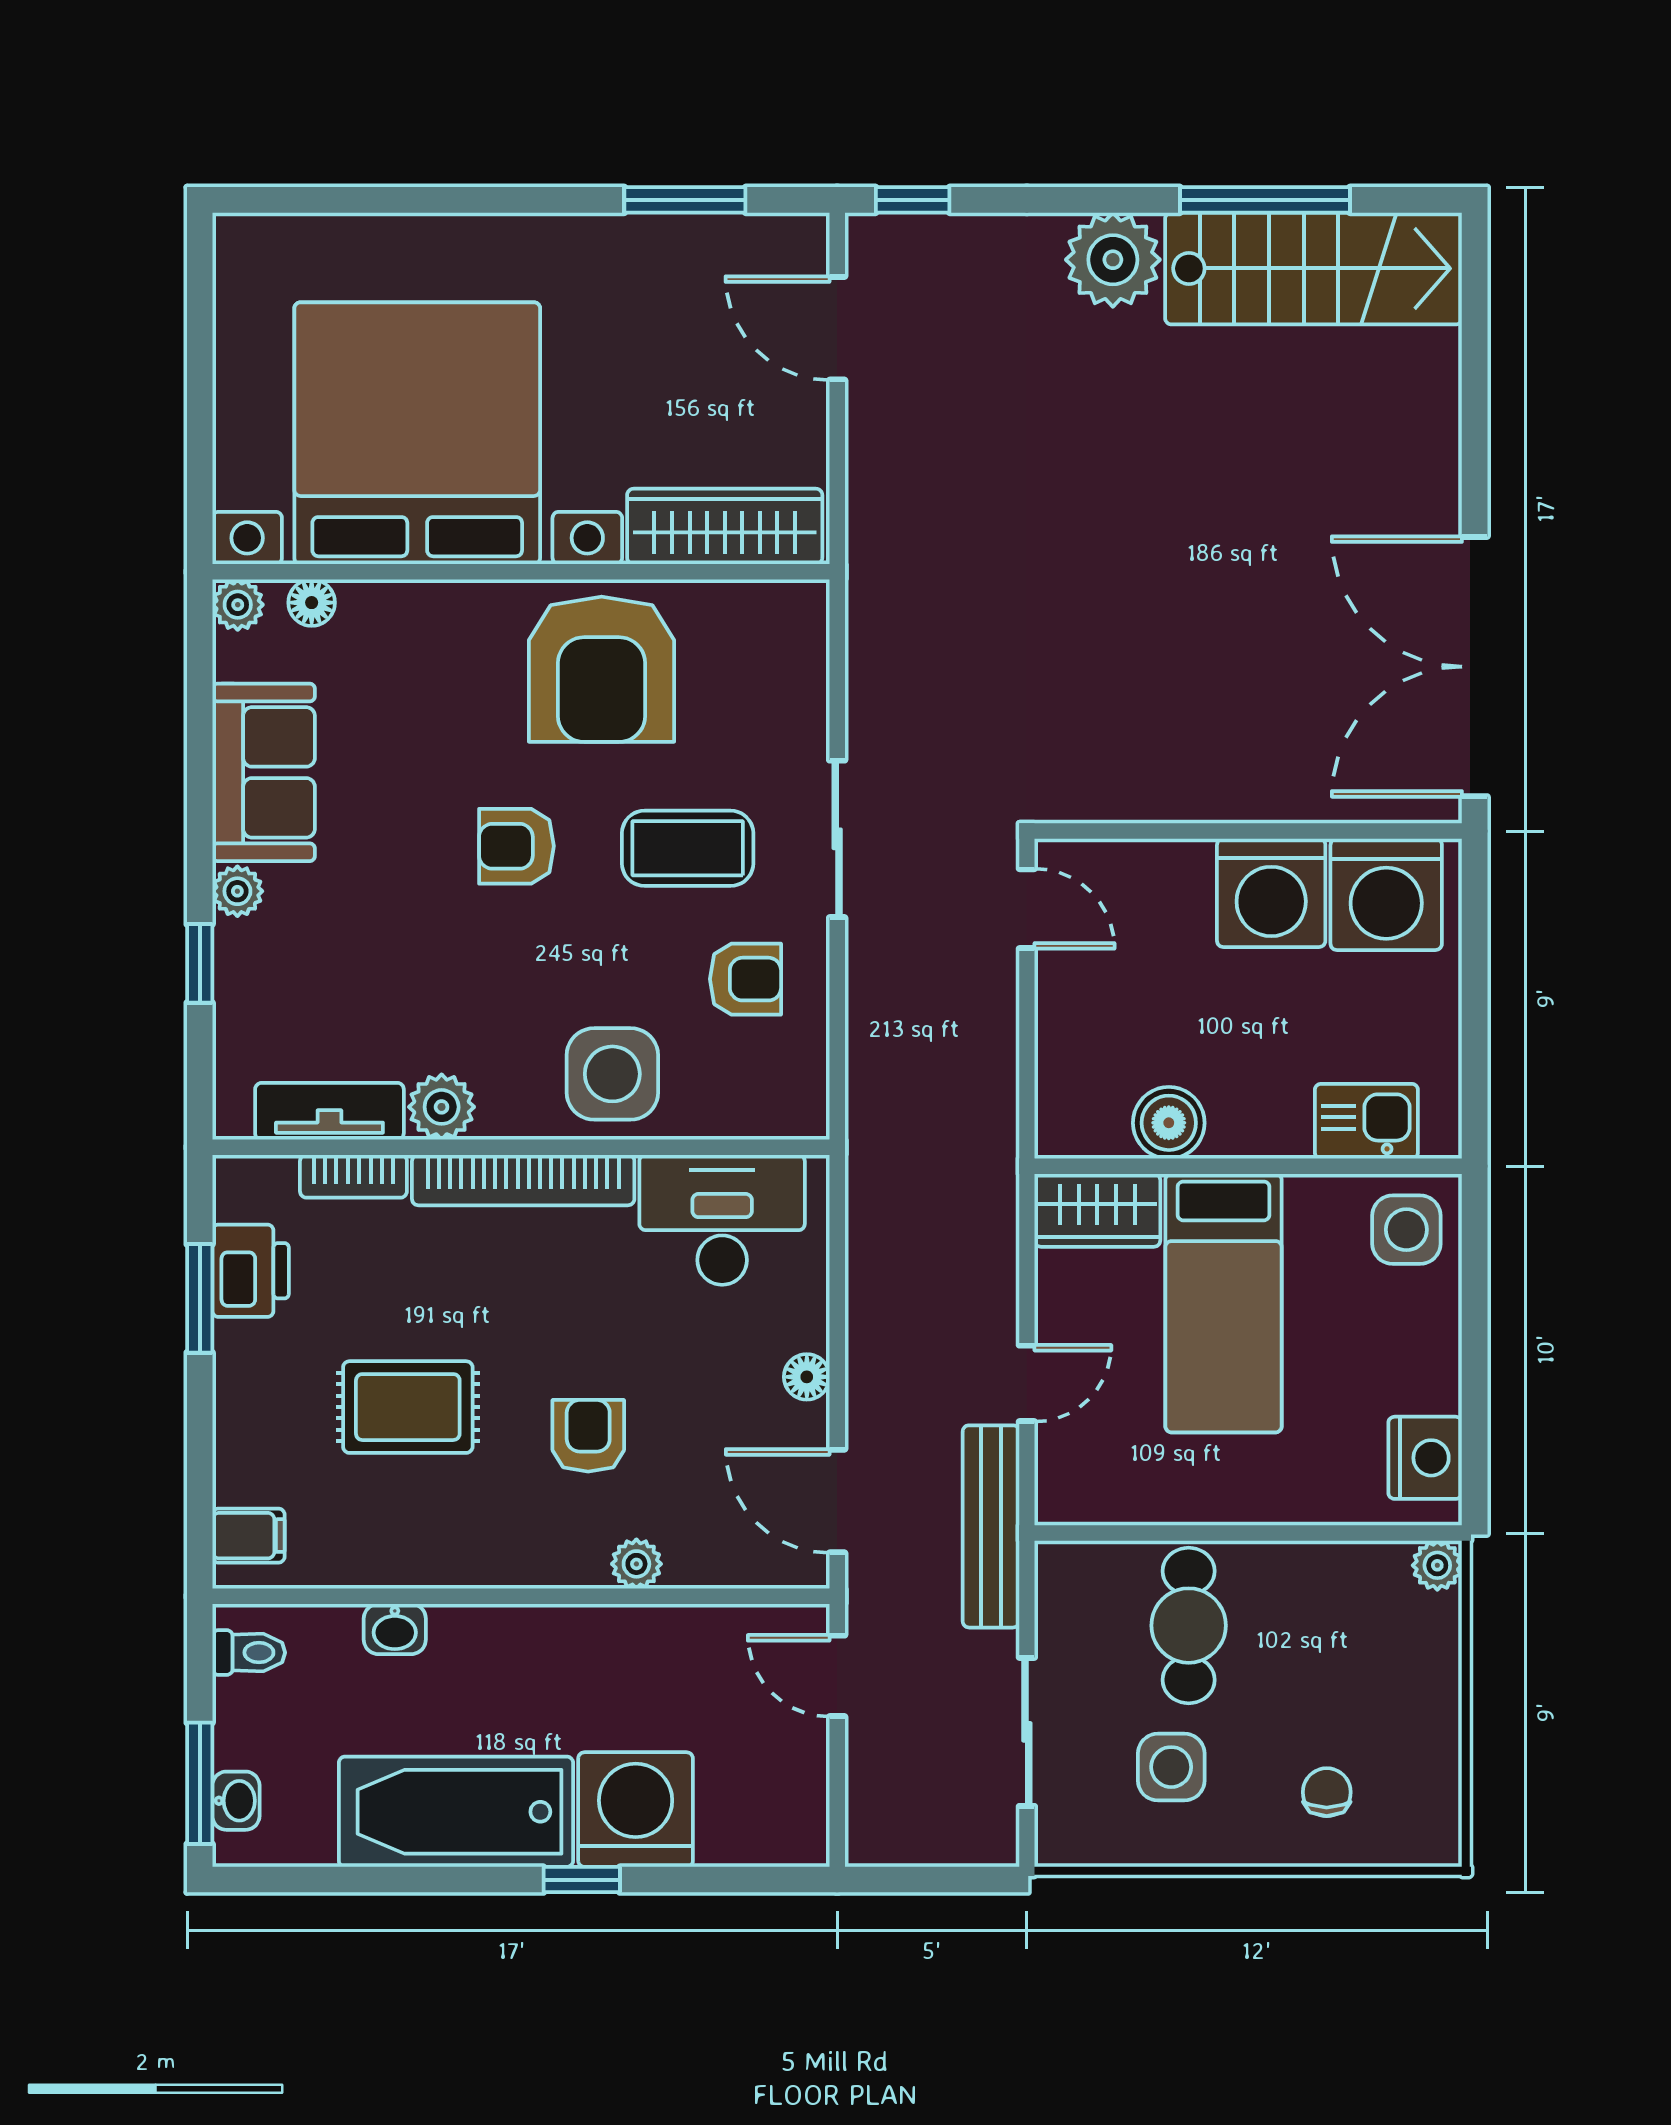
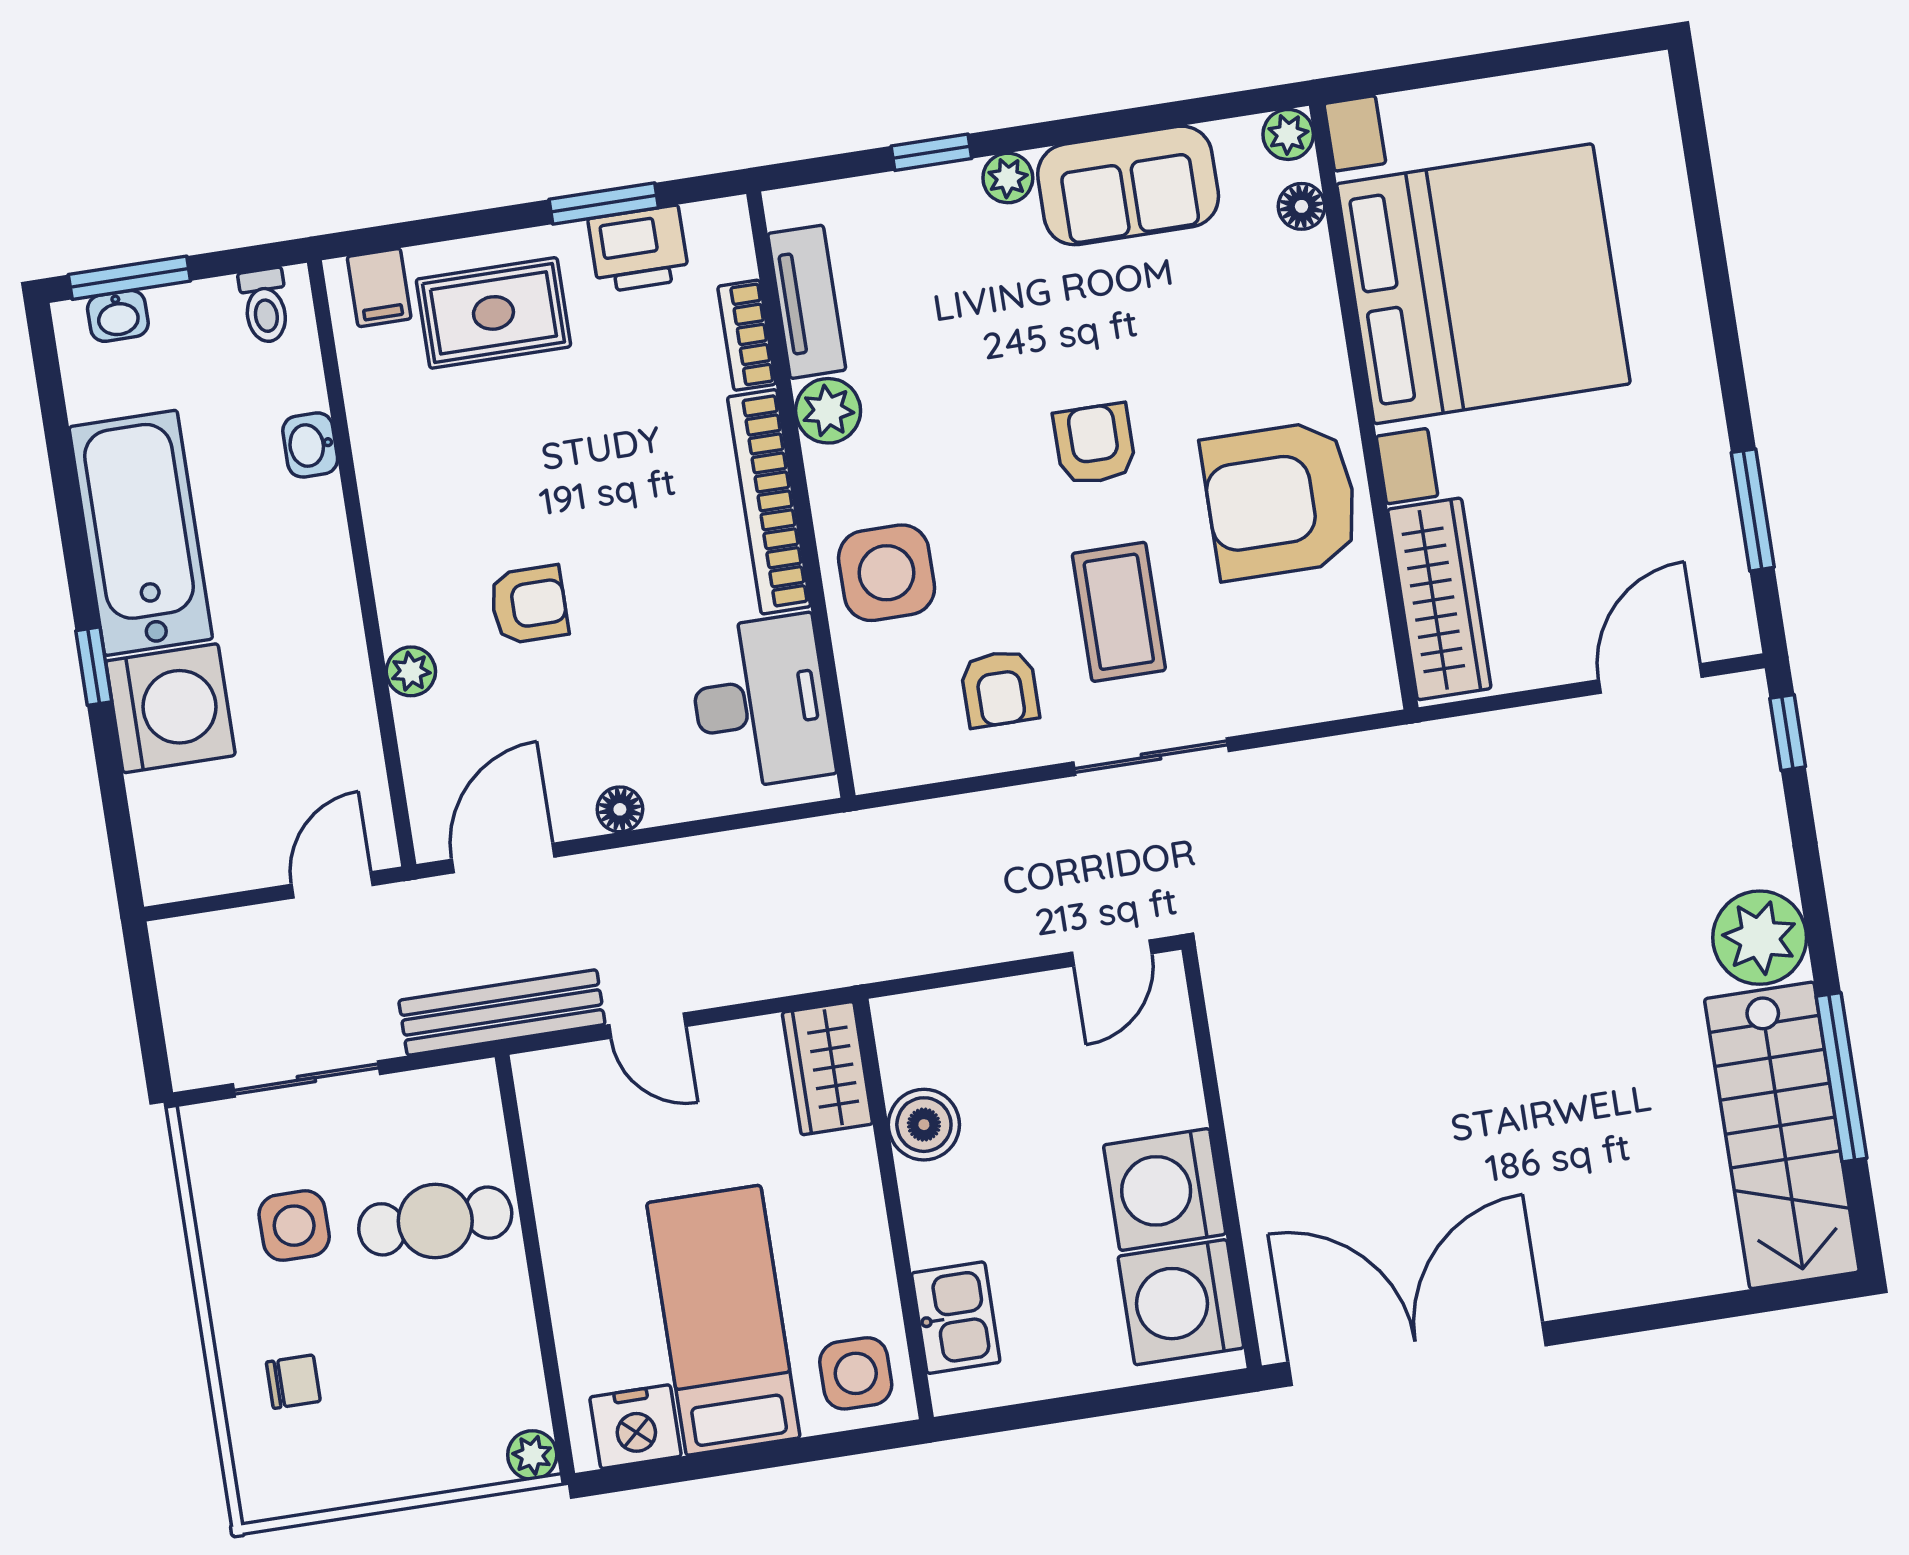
bed: (1224, 1303) -> (723, 1320), moved, turned 90
rug: (408, 1407) -> (493, 313), moved, turned 90

